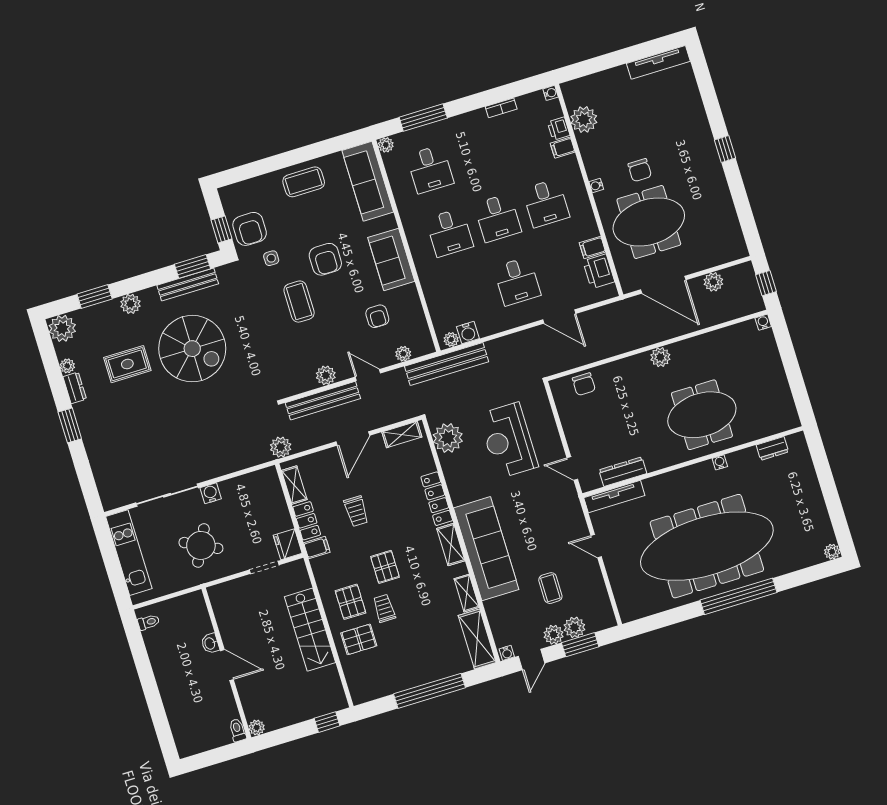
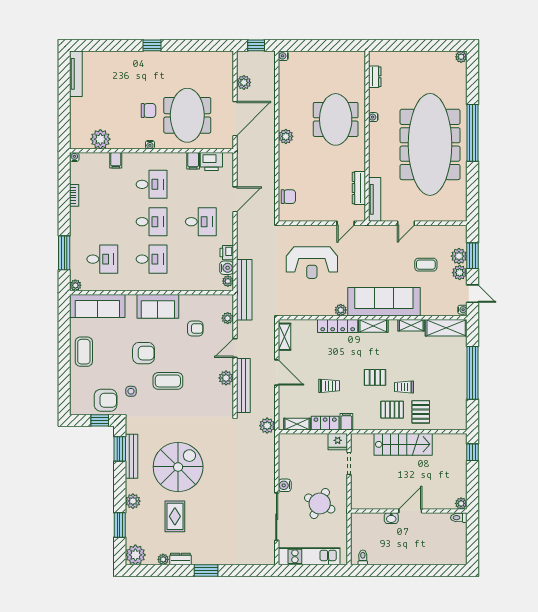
printer: (559, 129) -> (227, 253), moved, turned 90
plant: (448, 438) -> (341, 310), moved, width x0.53, depth x0.53

